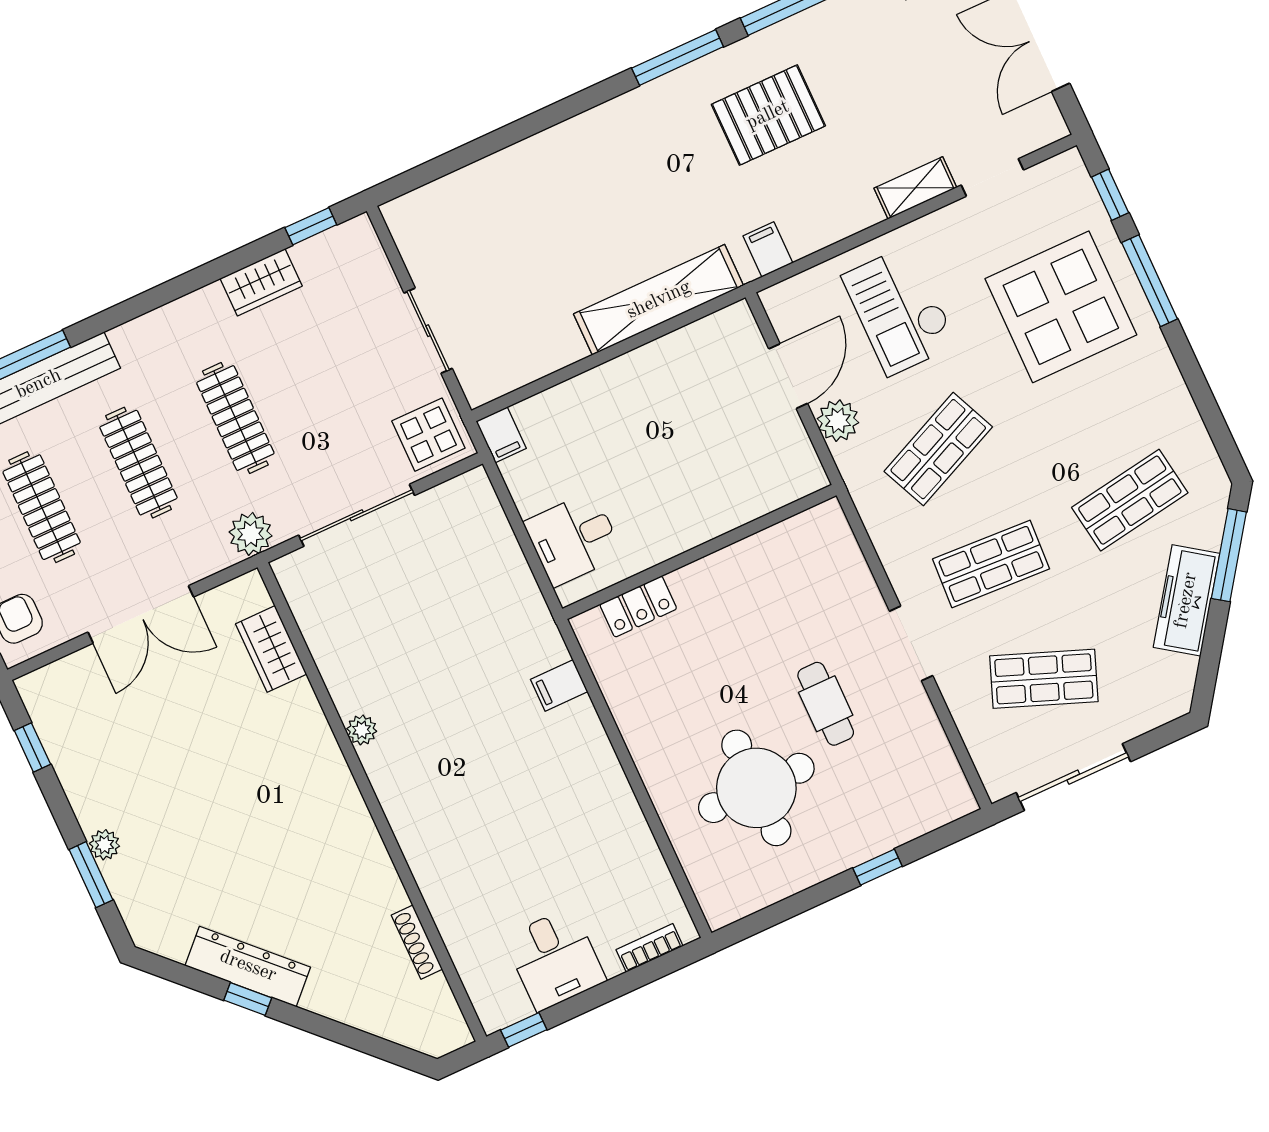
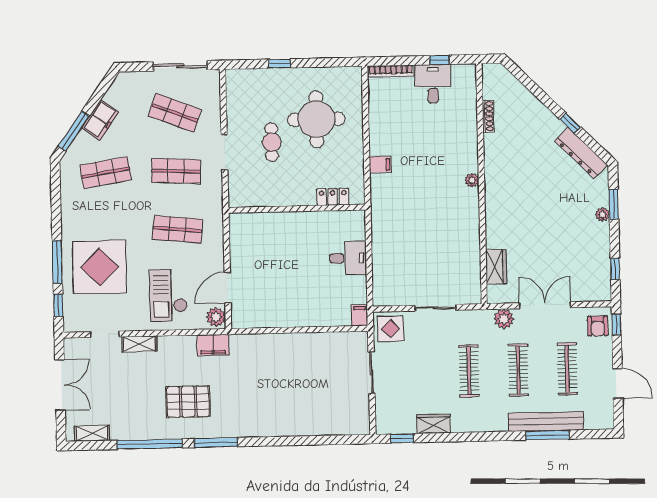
filing cabinet: (768, 249) -> (213, 345), width x2.00
shelving: (659, 300) -> (268, 344), removed
checkout: (900, 310) -> (168, 295), turned 180
plant: (838, 421) -> (216, 317), moved
shop shelf: (938, 449) -> (177, 229), turned 30
sliding door: (357, 515) -> (436, 308), width x0.73
plant: (251, 534) -> (504, 319), moved
wall: (699, 552) -> (297, 209), moved
freezer: (1186, 600) -> (100, 120), width x0.71
locker: (638, 607) -> (333, 197), moved
filing cabinet: (559, 686) -> (380, 165), moved
plant: (362, 730) -> (472, 180), moved
bookcase: (650, 948) -> (391, 71), width x1.56
dresser: (248, 966) -> (581, 153), moved
window: (524, 1030) -> (439, 60), moved

